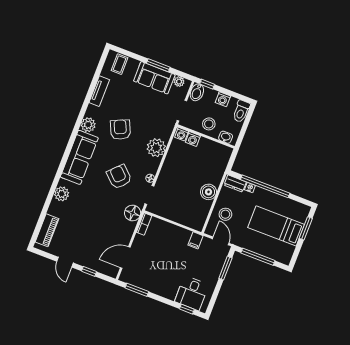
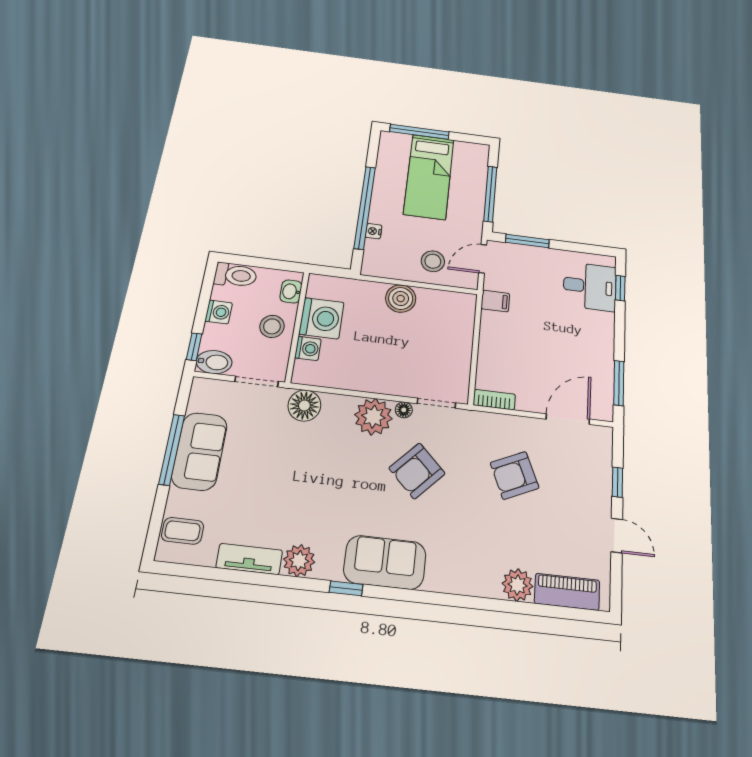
window: (158, 65) -> (172, 450), width x1.44
plant: (179, 82) -> (199, 401), removed
plant: (88, 125) -> (299, 561), moved
armchair: (120, 130) -> (515, 475), moved
window: (75, 131) -> (346, 588), added
washing machine: (182, 134) -> (322, 318), moved, width x1.89, depth x1.89
plant: (156, 148) -> (373, 417), moved
sofa: (79, 157) -> (385, 562), width x0.73
dresser: (235, 184) -> (373, 257), removed
plant: (62, 194) -> (517, 585), moved
floor lamp: (133, 213) -> (304, 406), moved
window: (306, 228) -> (419, 132), width x1.44
door: (125, 258) -> (568, 419), swing flipped
door: (65, 262) -> (617, 535), hinge flipped

